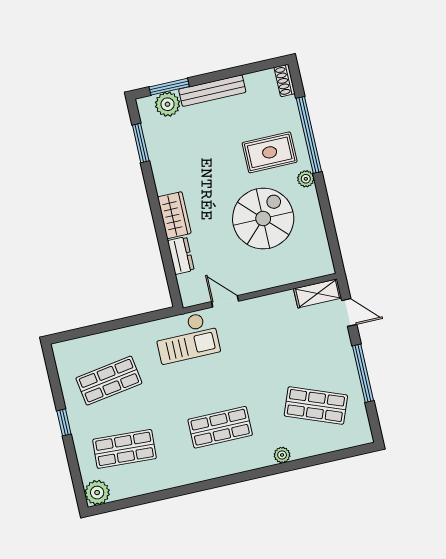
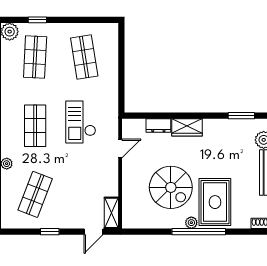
window: (309, 135) -> (199, 232), moved
rug: (270, 152) -> (215, 202), width x1.36, depth x1.43
checkout: (187, 338) -> (81, 122), moved
window: (363, 373) -> (50, 232), width x0.46
window: (64, 422) -> (37, 20), moved

